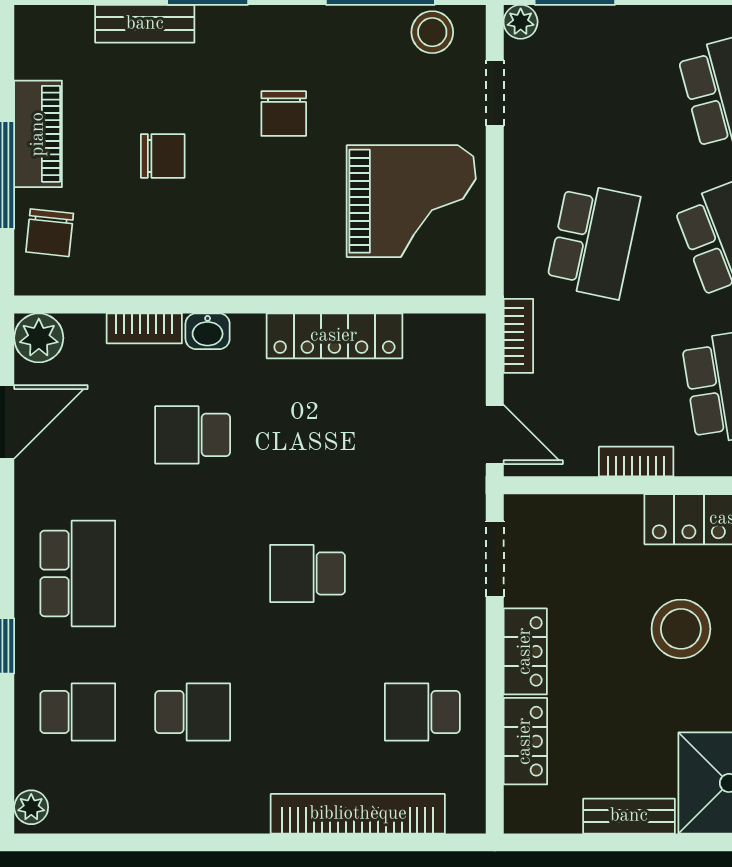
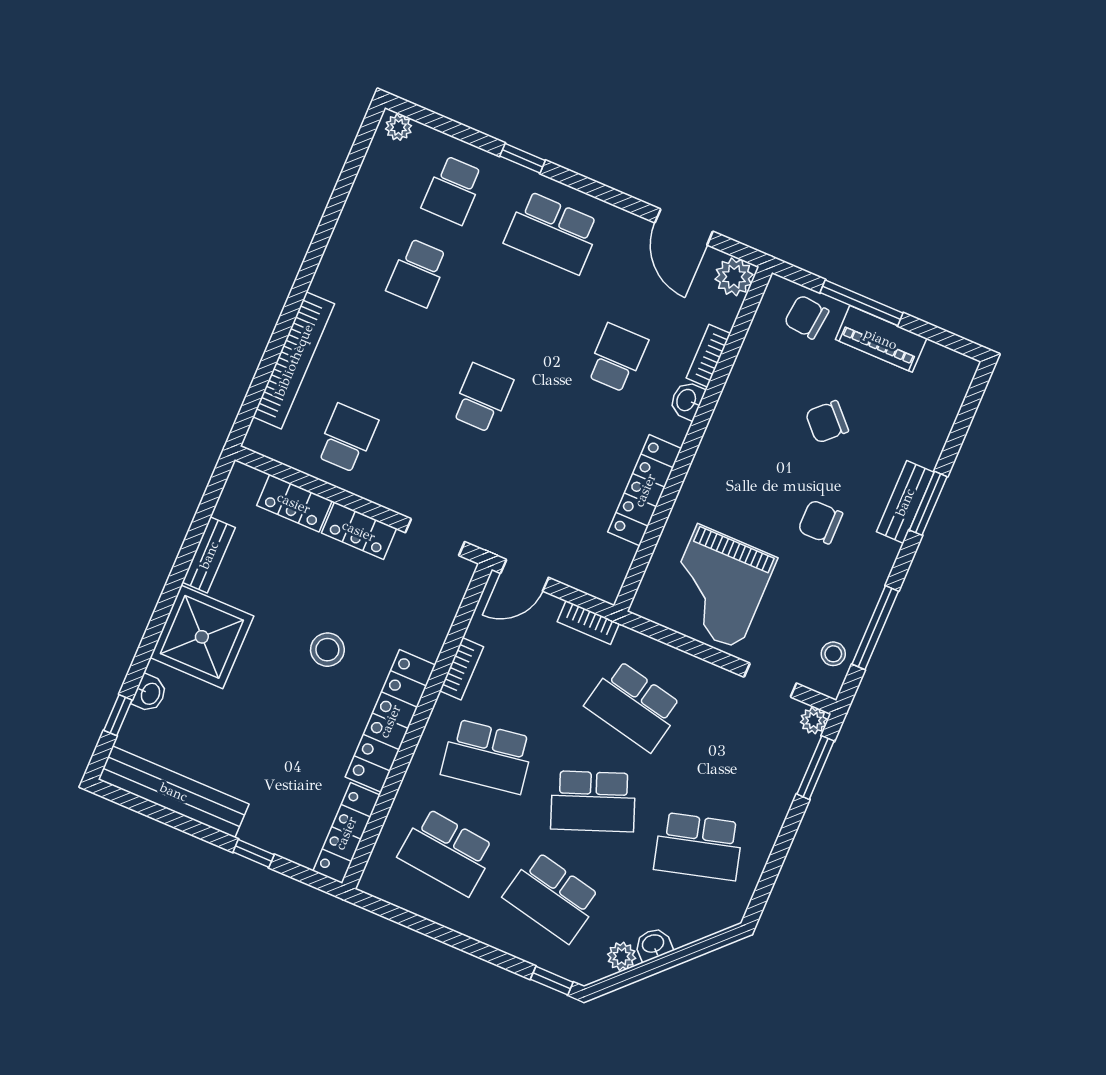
bench: (145, 24) -> (905, 502), moved
stool: (432, 32) -> (833, 654), width x0.73, depth x0.73
chair: (163, 156) -> (827, 422), turned 46
stool: (681, 629) -> (327, 650), width x0.73, depth x0.73

